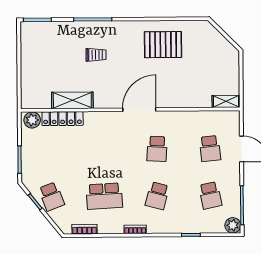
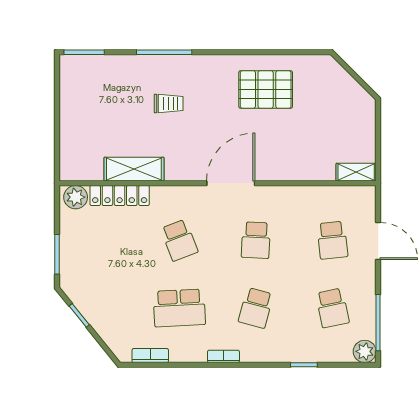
school desk: (51, 196) -> (179, 240), moved

